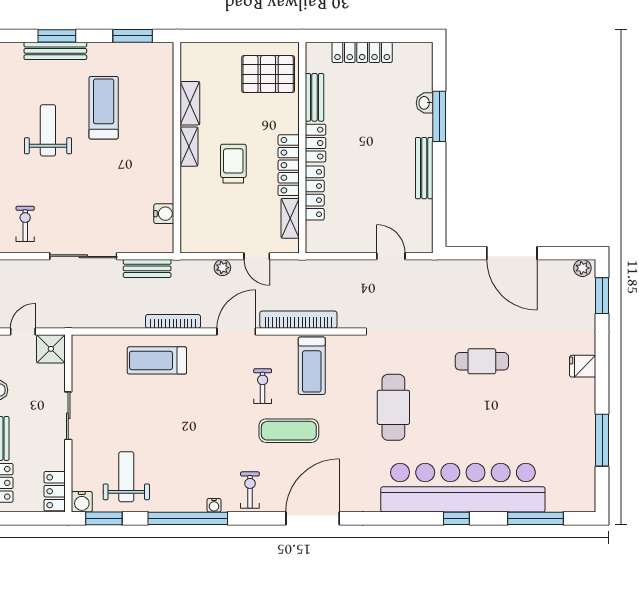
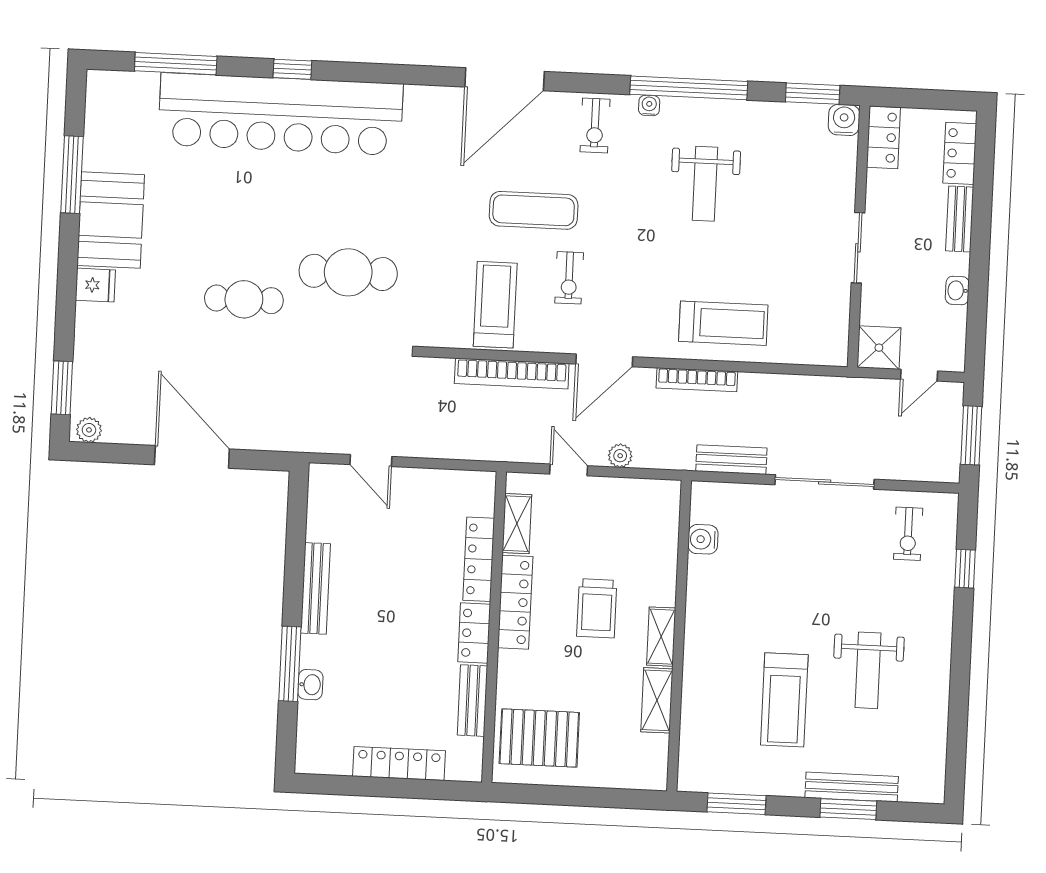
cafe table: (393, 407) -> (348, 272), moved, turned 90
booth: (574, 411) -> (111, 220), added
weight bench: (126, 477) -> (705, 184), moved

